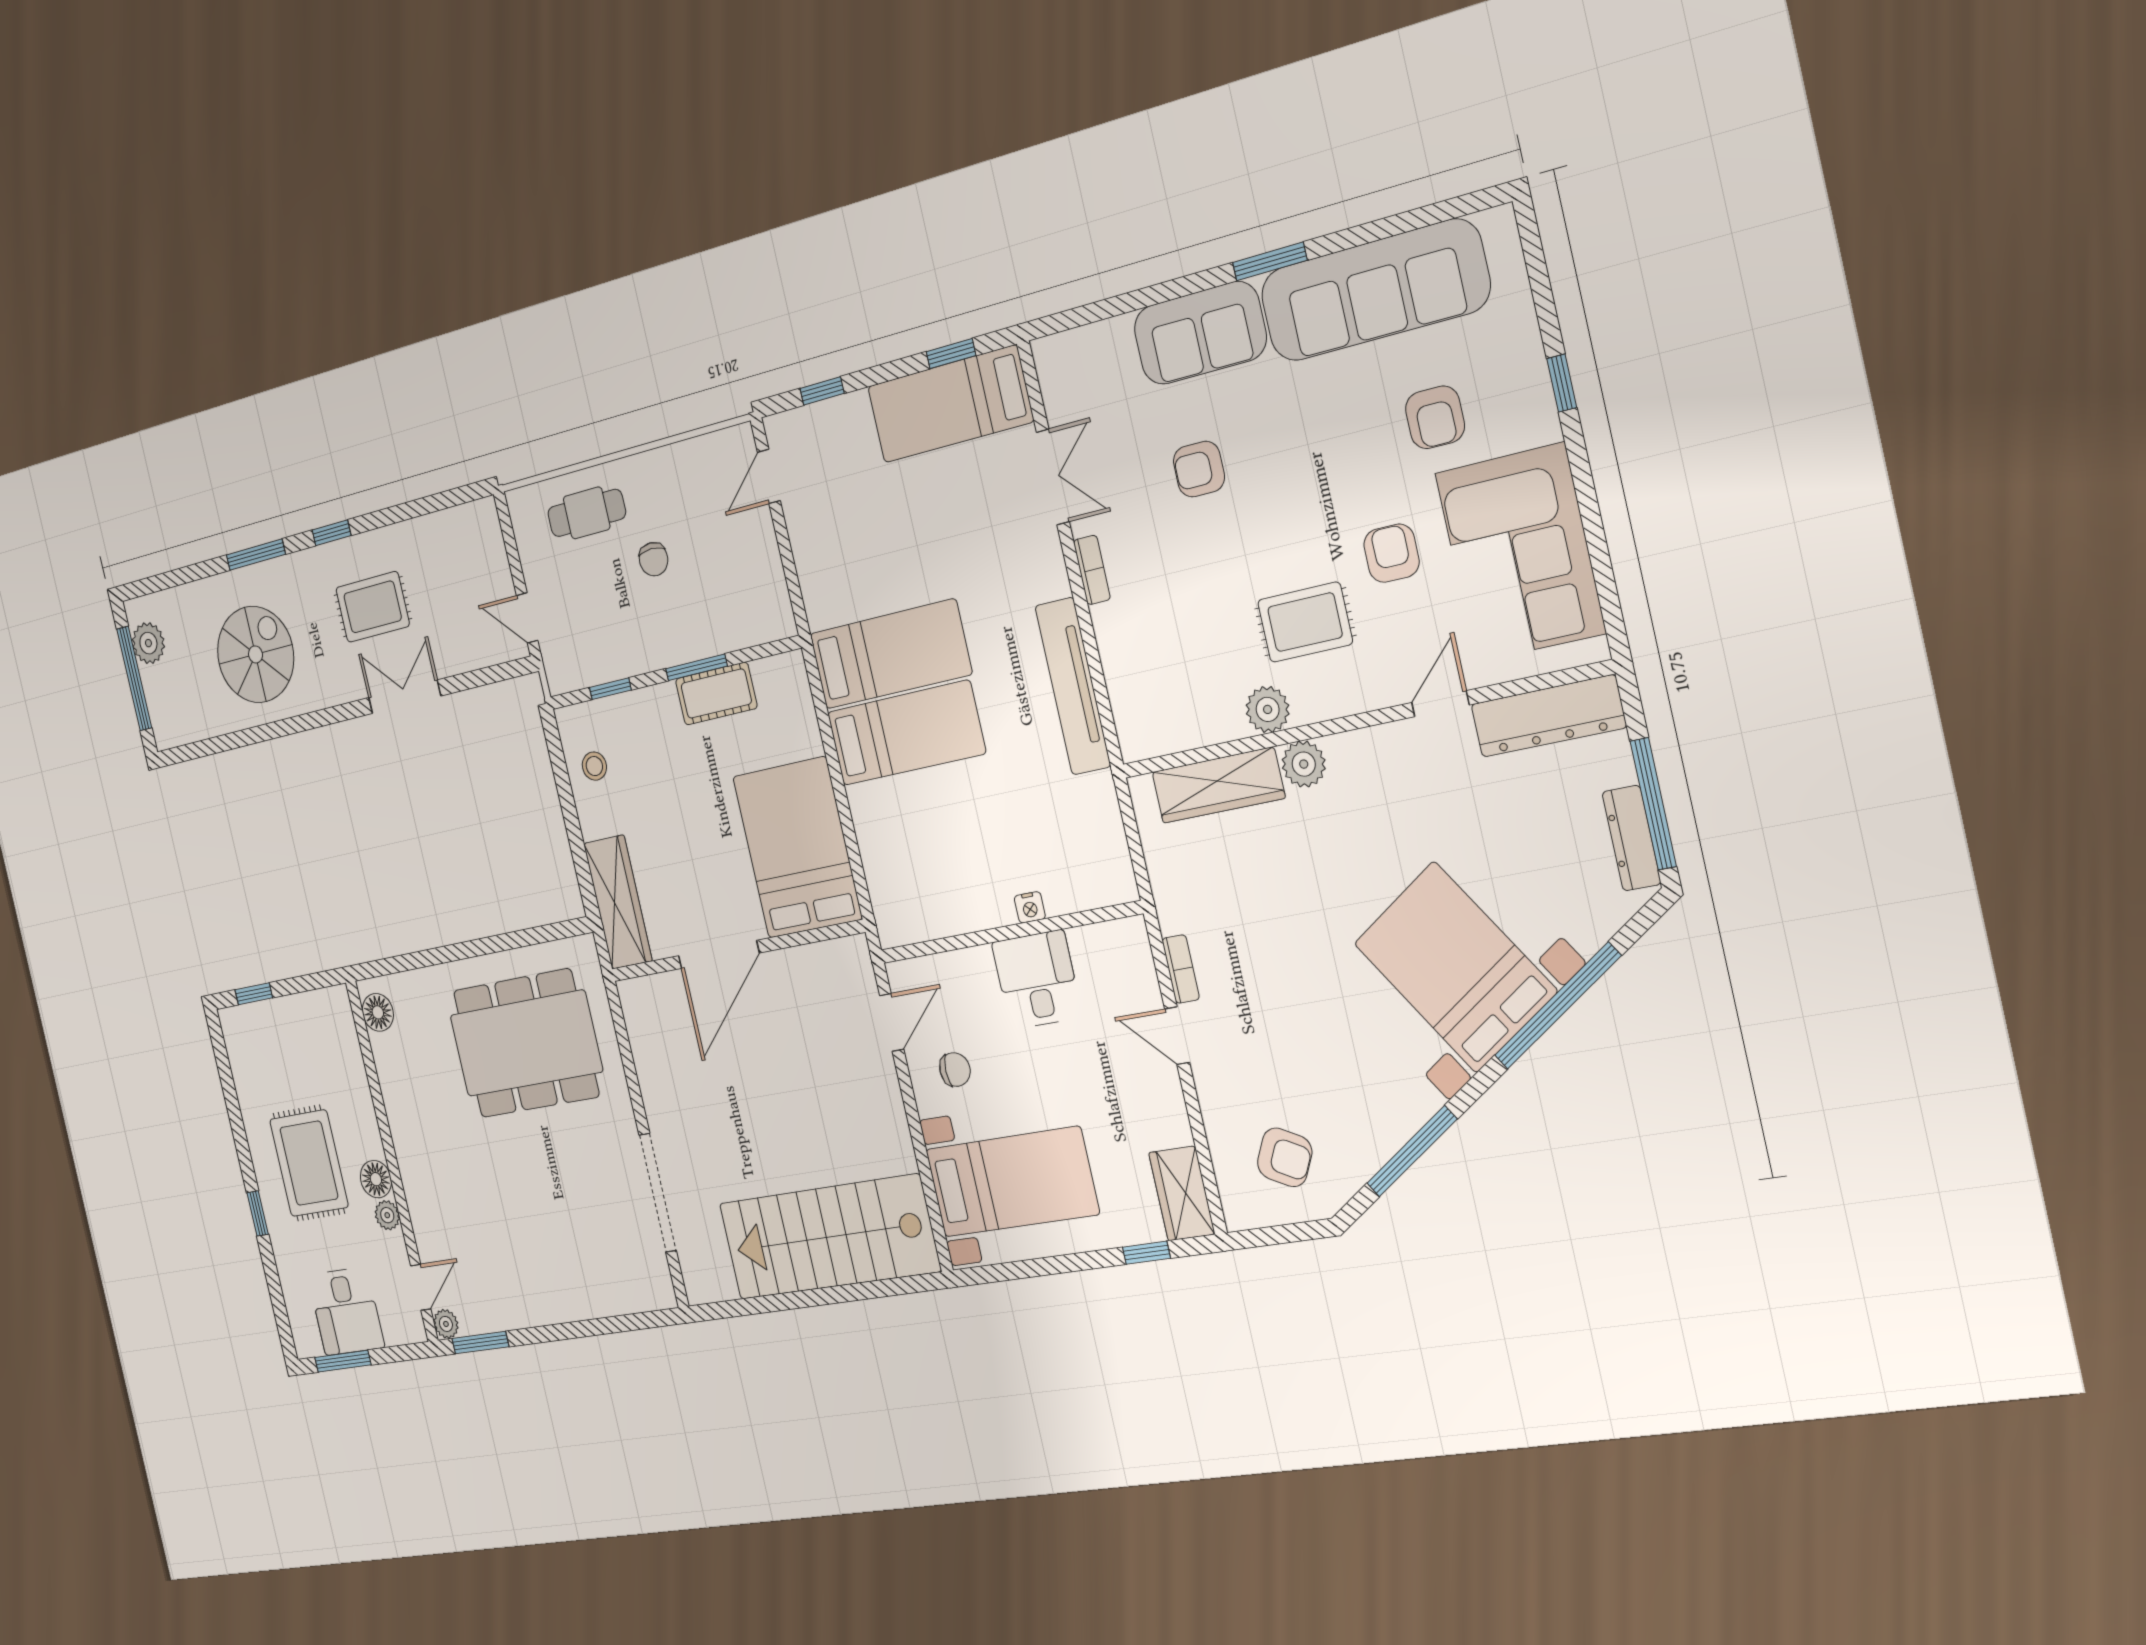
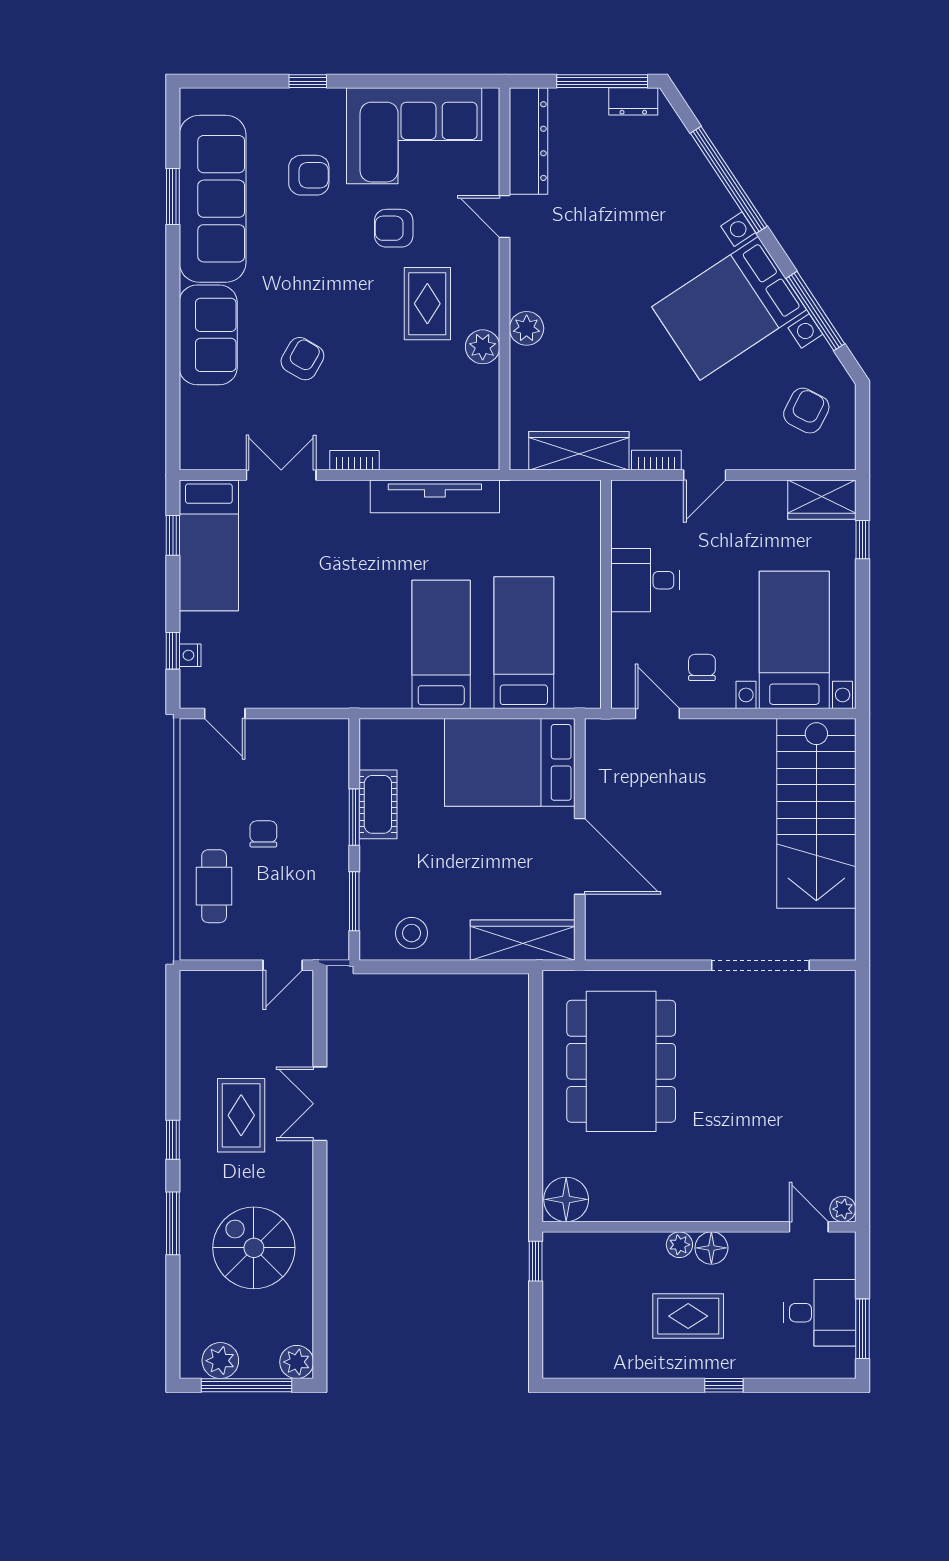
window: (1270, 261) -> (173, 197), moved
armchair: (1199, 469) -> (302, 359), turned -150
chair: (654, 559) -> (263, 834), turned -90
bed: (890, 654) -> (524, 643), moved
window: (610, 689) -> (354, 901), width x1.50
plant: (167, 730) -> (297, 1362), added
stool: (594, 766) -> (412, 933), width x1.37, depth x1.37
wardrobe: (1218, 785) -> (579, 451), moved, turned -90
dresser: (1632, 838) -> (633, 101), width x0.70
nightstand: (1030, 907) -> (190, 655), moved, turned 180
bed with nightstands: (1455, 967) -> (729, 308), moved
window: (254, 994) -> (536, 1261), moved
floor lamp: (378, 1012) -> (566, 1199), width x1.38, depth x1.38
rug: (309, 1163) -> (688, 1316), width x0.73, depth x0.70
plant: (387, 1215) -> (679, 1245), moved
window: (480, 1343) -> (862, 1177), removed

